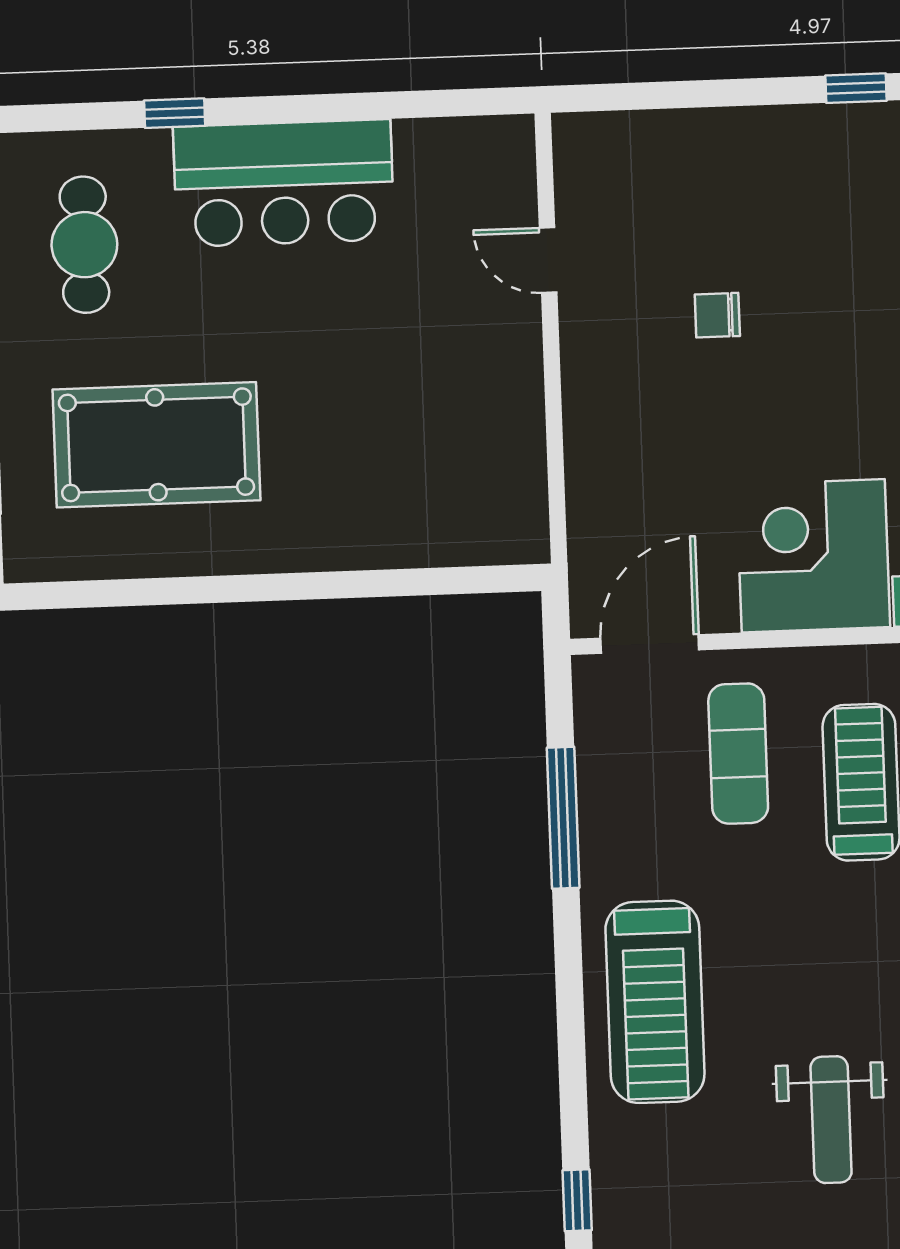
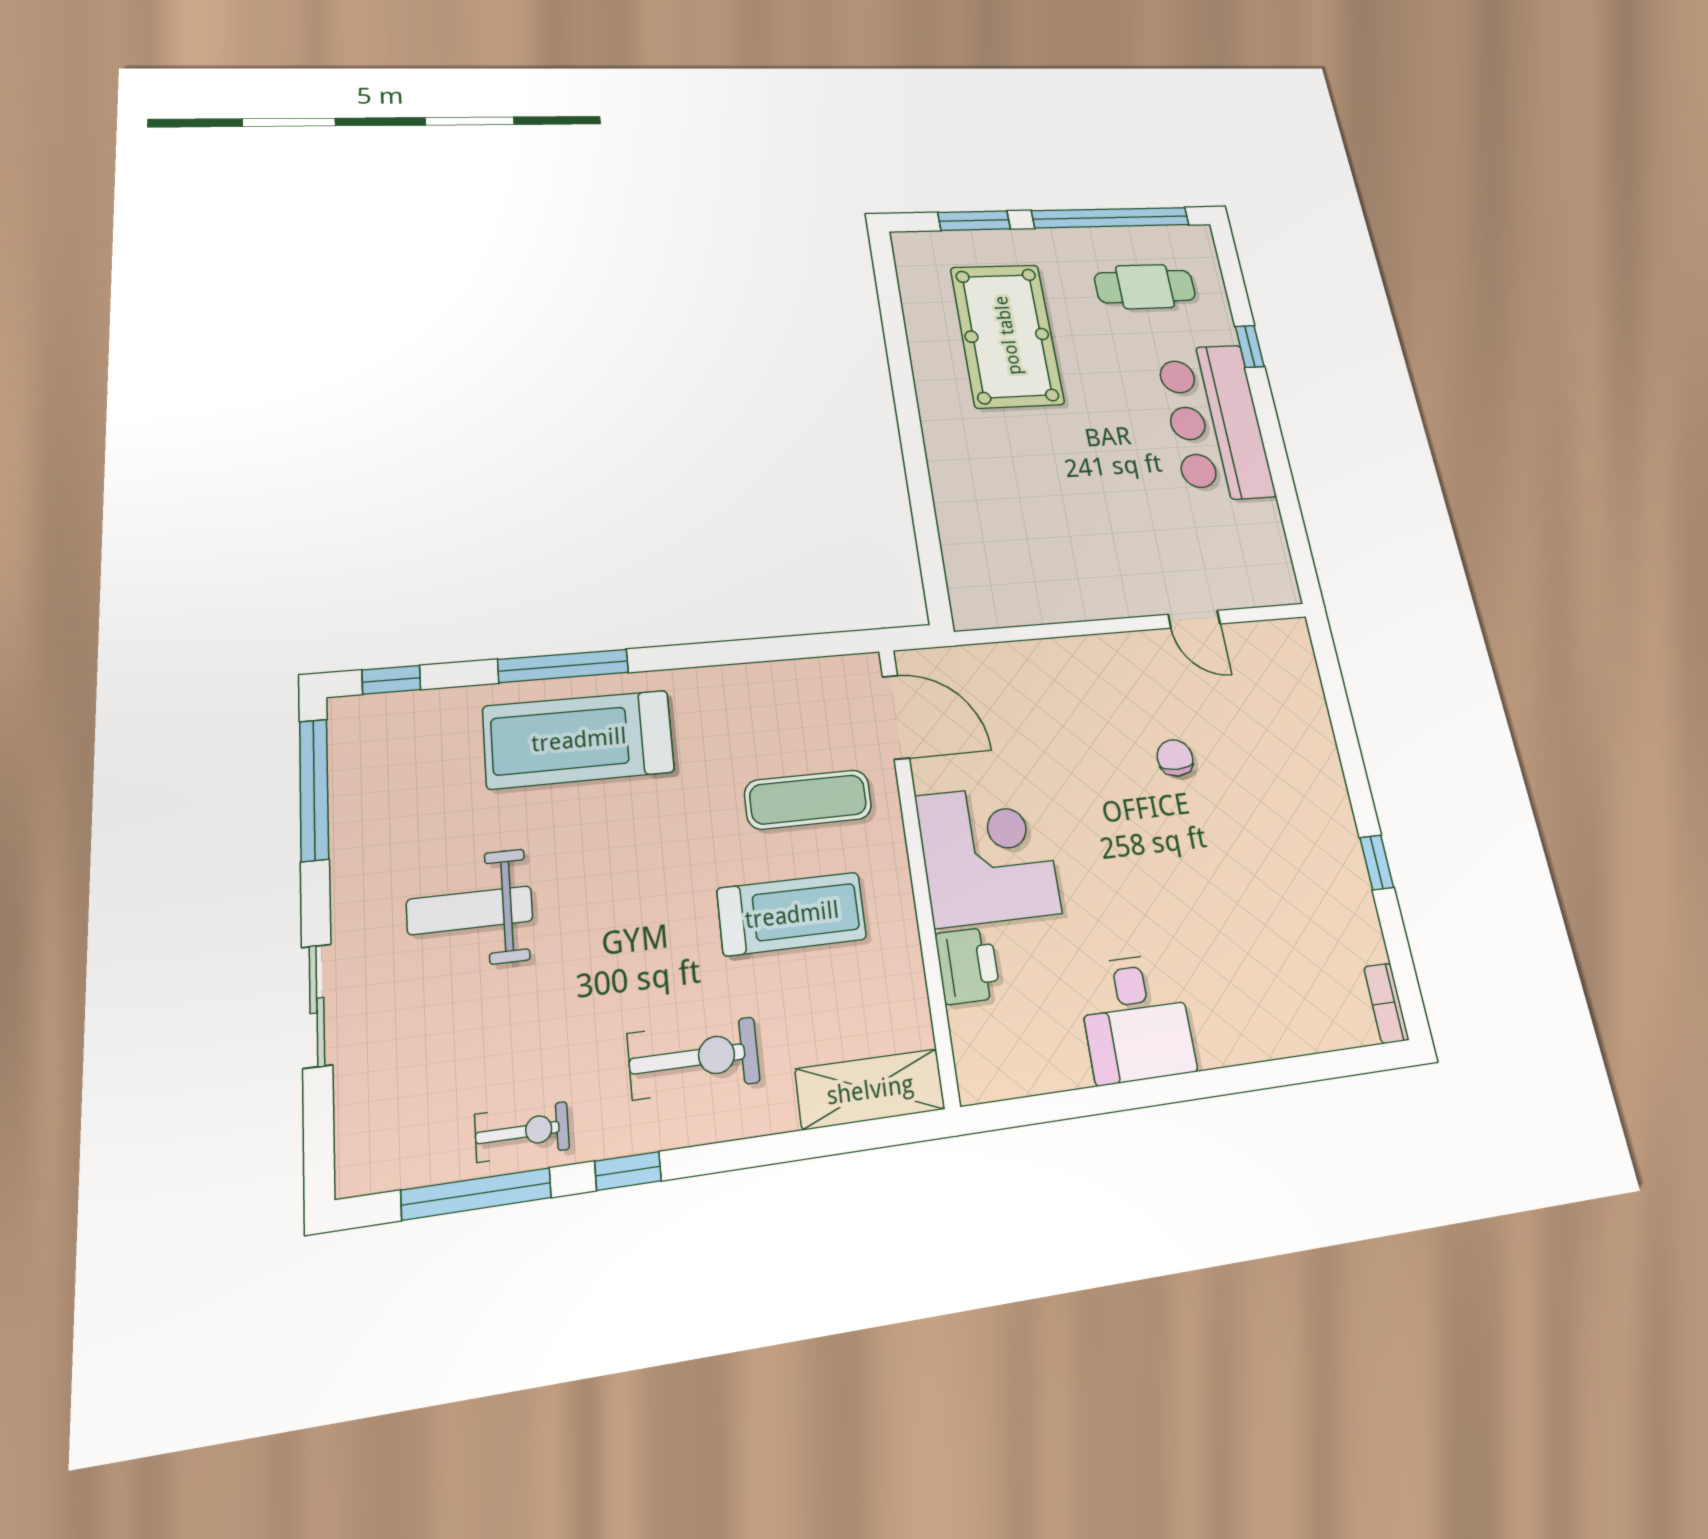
door: (548, 260) -> (1194, 619), swing flipped
window: (563, 818) -> (563, 666), moved

